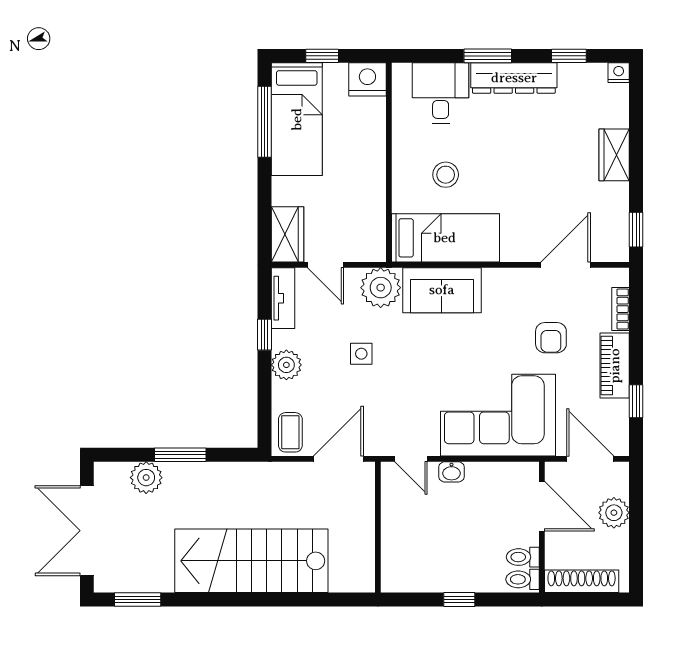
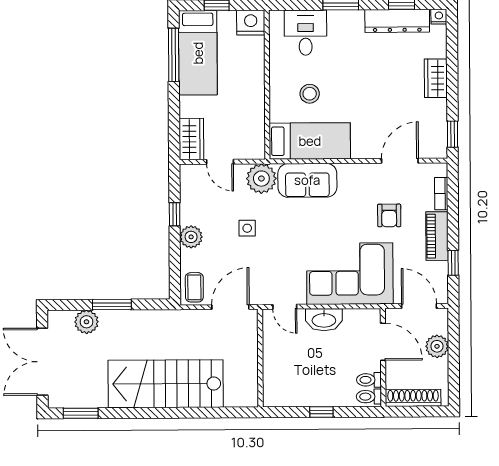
dresser: (514, 78) -> (397, 21), moved
tv unit: (283, 298) -> (188, 187), removed
washbasin: (451, 472) -> (324, 320), width x1.91, depth x1.45

